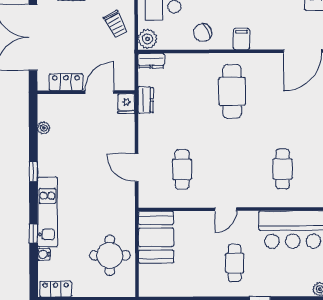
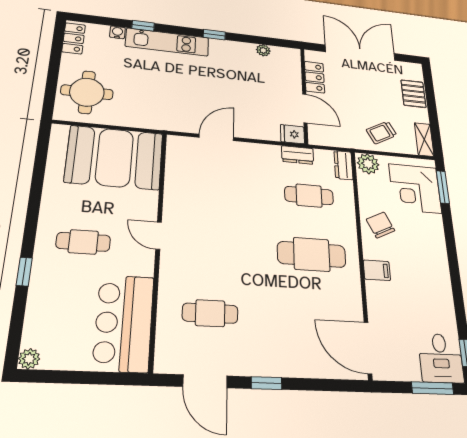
cafe table: (182, 169) -> (309, 196), moved
booth: (156, 237) -> (115, 158), width x1.36, depth x1.42
round table: (110, 255) -> (87, 92), moved

